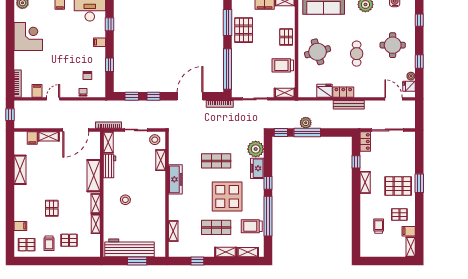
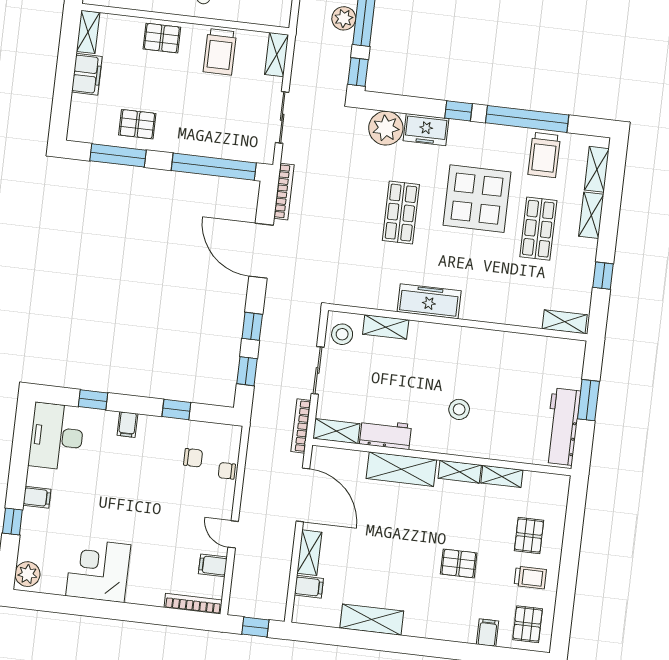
pallet: (244, 30) -> (137, 124), width x0.67, depth x0.71
shelving: (173, 231) -> (565, 322), moved
workbench: (130, 248) -> (562, 427), width x0.73, depth x0.76

